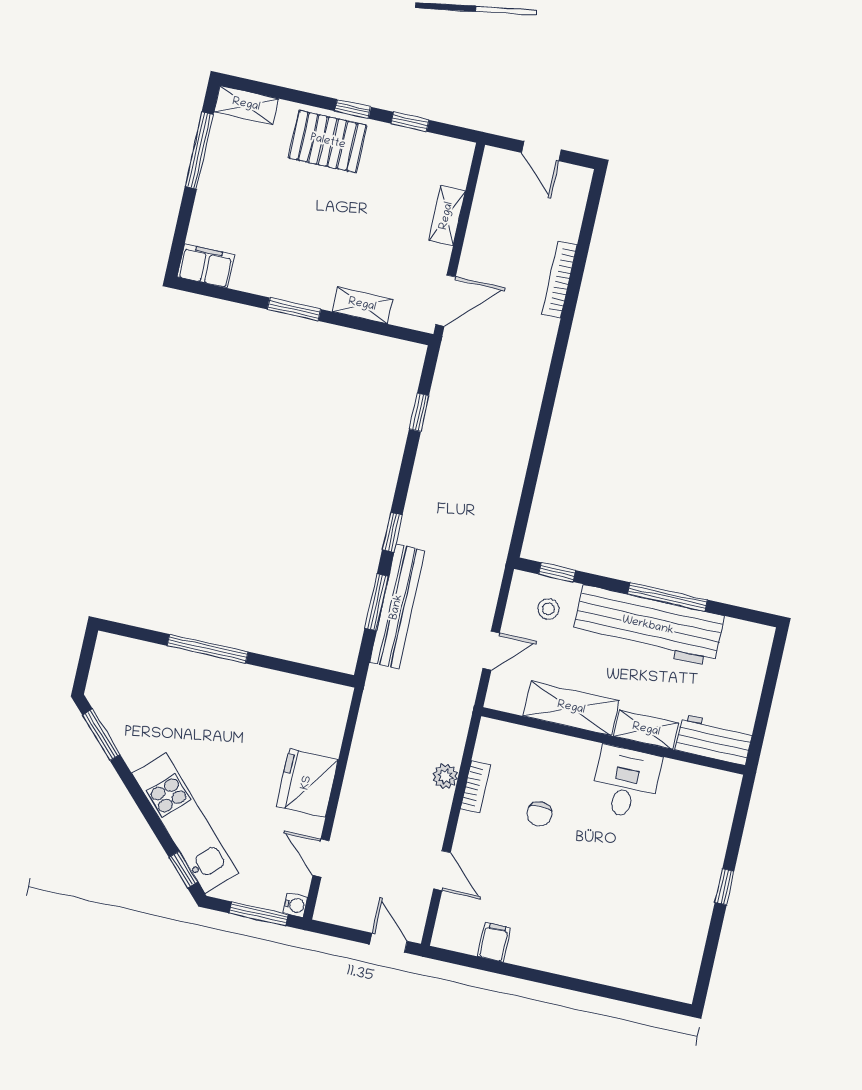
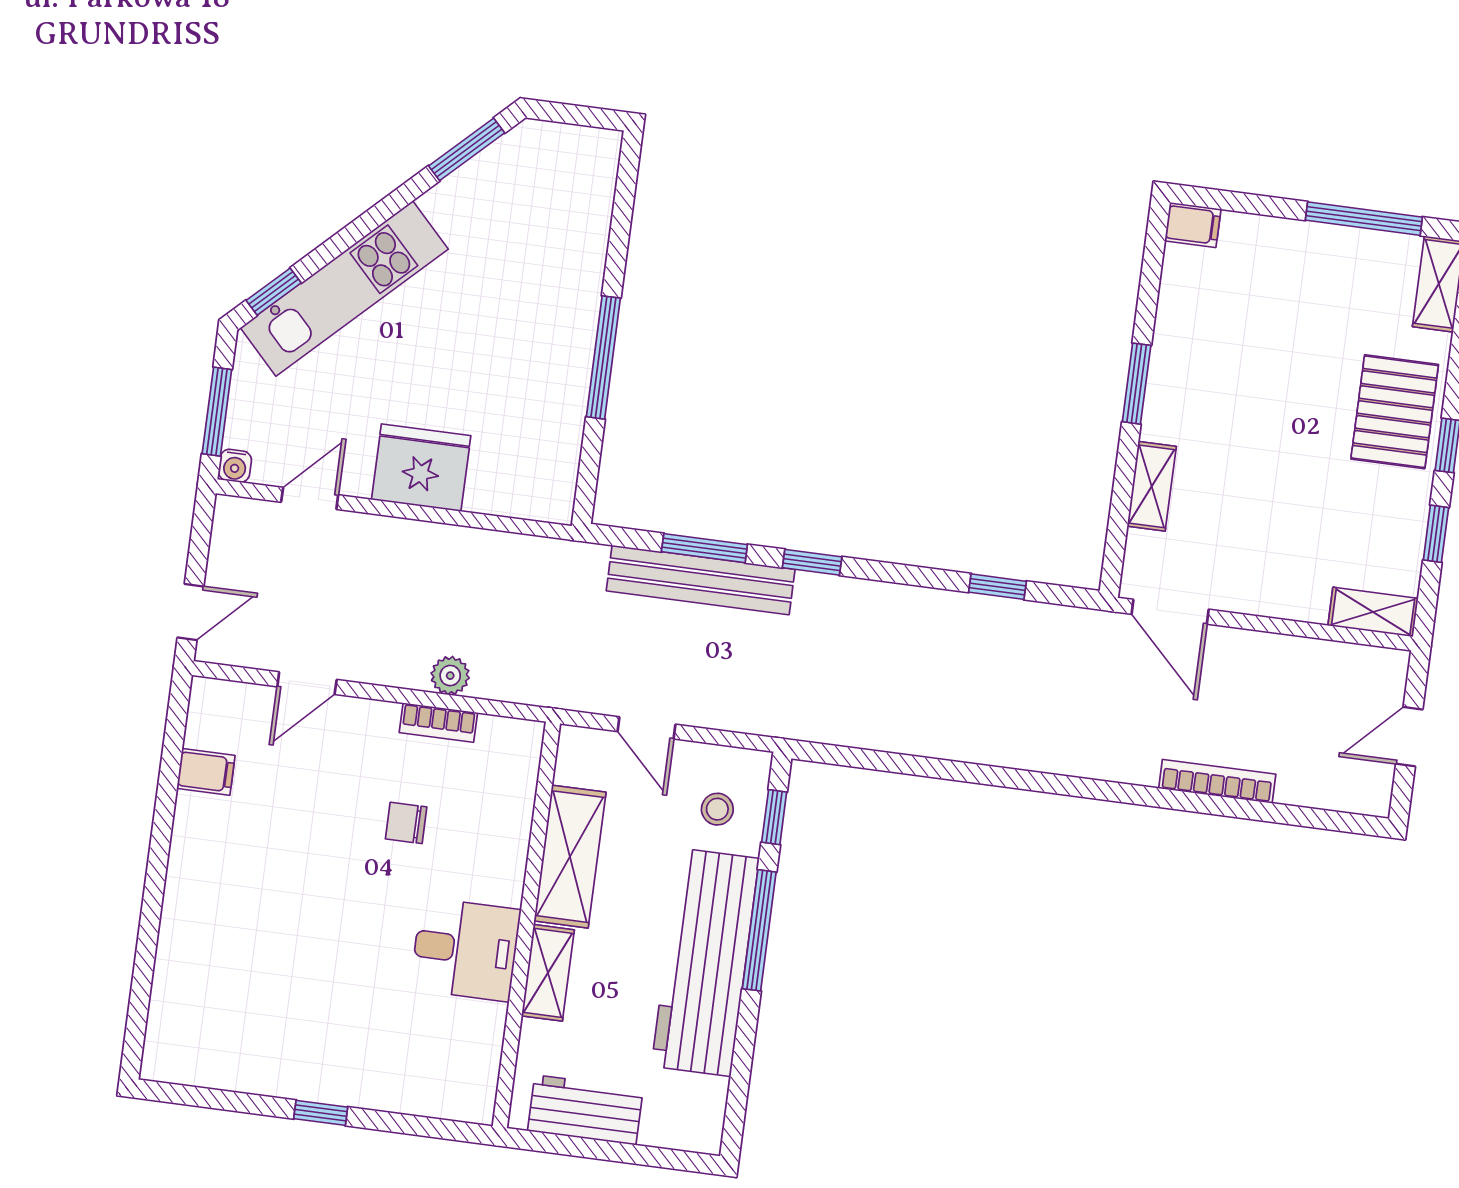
shelving: (447, 216) -> (1373, 612), moved
filing cabinet: (206, 266) -> (1193, 225), width x0.50
window: (667, 597) -> (759, 930), moved
window: (208, 649) -> (603, 357), moved
workbench: (714, 740) -> (585, 1110), moved, turned -90

